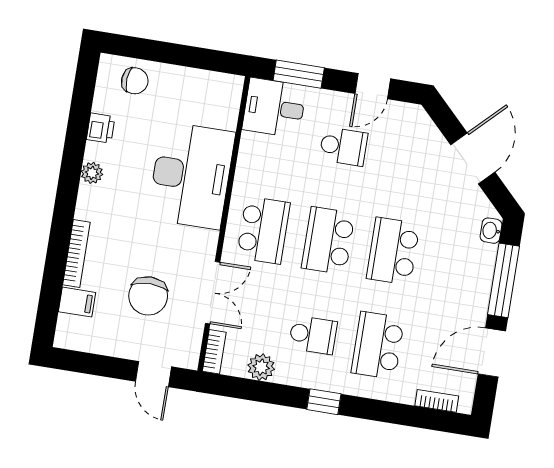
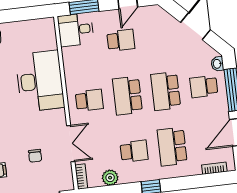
school desk: (263, 230) -> (89, 100), width x0.54
school desk: (458, 262) -> (204, 87), added
chair: (148, 296) -> (35, 156), width x0.54, depth x0.54

